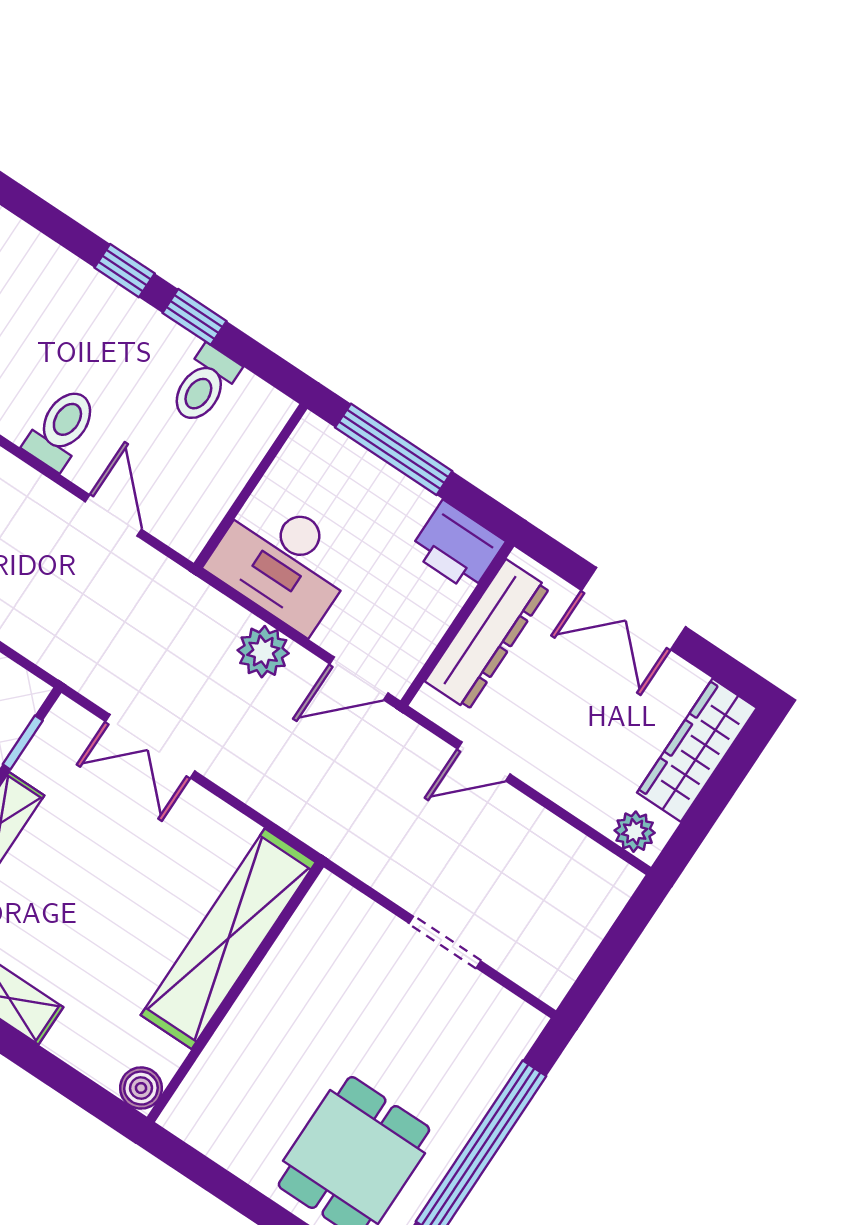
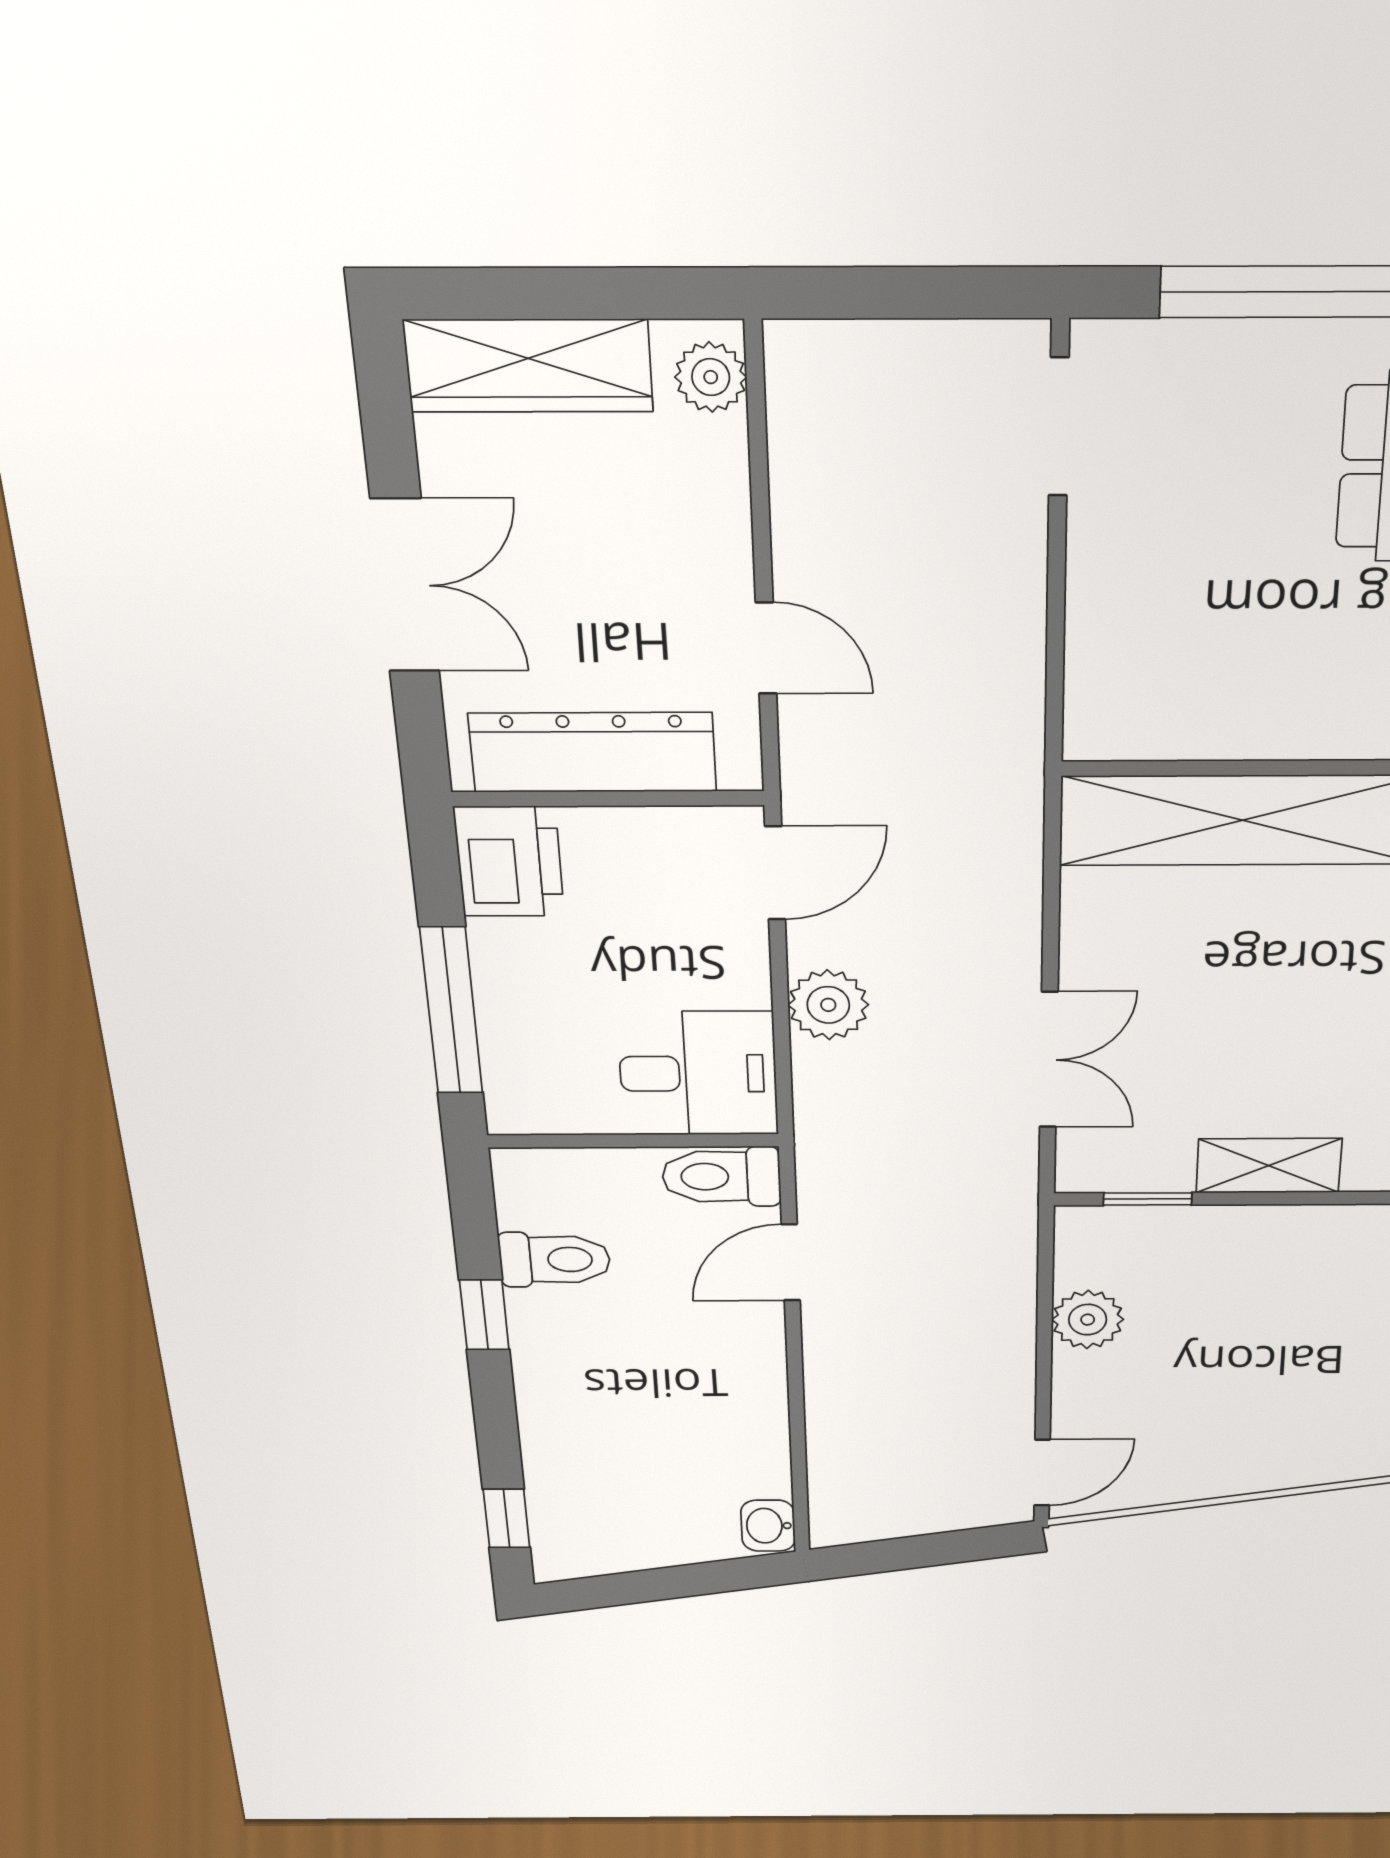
window: (125, 271) -> (506, 1518), moved
toilet: (61, 428) -> (721, 1177), moved
desk: (283, 562) -> (698, 1074), width x0.73
door: (359, 678) -> (775, 873), hinge flipped
doorway: (445, 942) -> (1059, 427), moved

